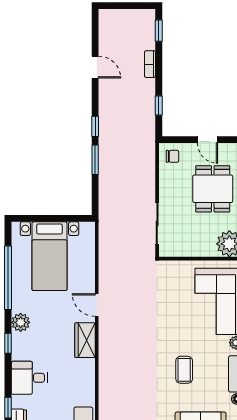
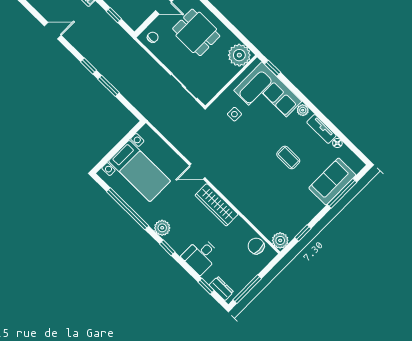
side table: (176, 289) -> (234, 114), added
wardrobe: (85, 340) -> (217, 205), width x1.50

